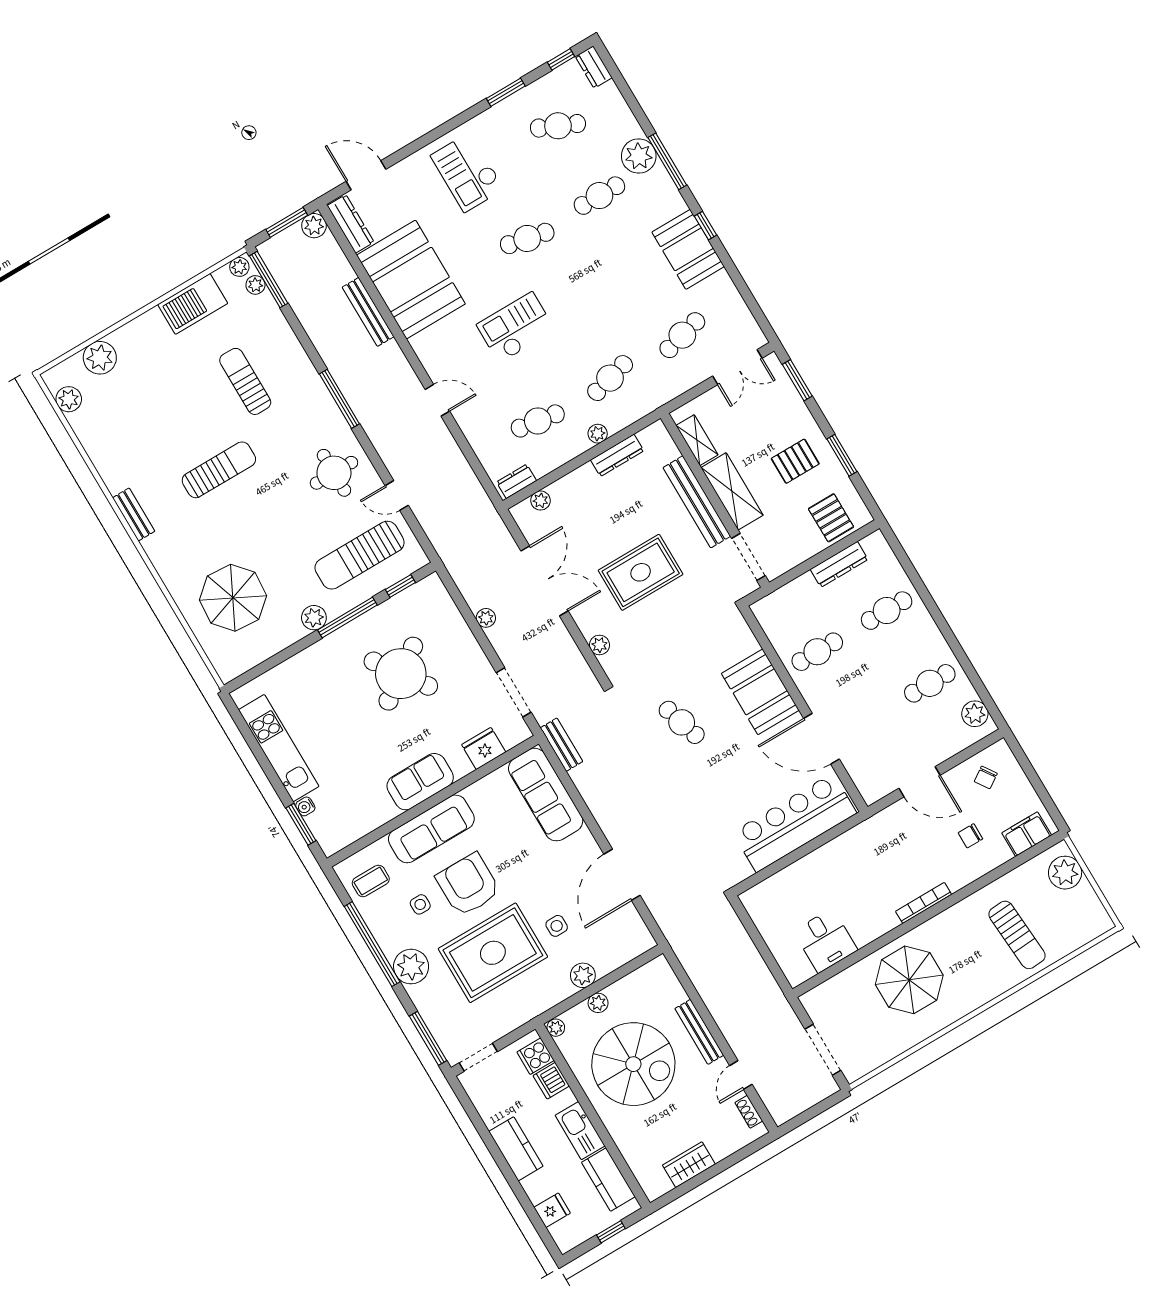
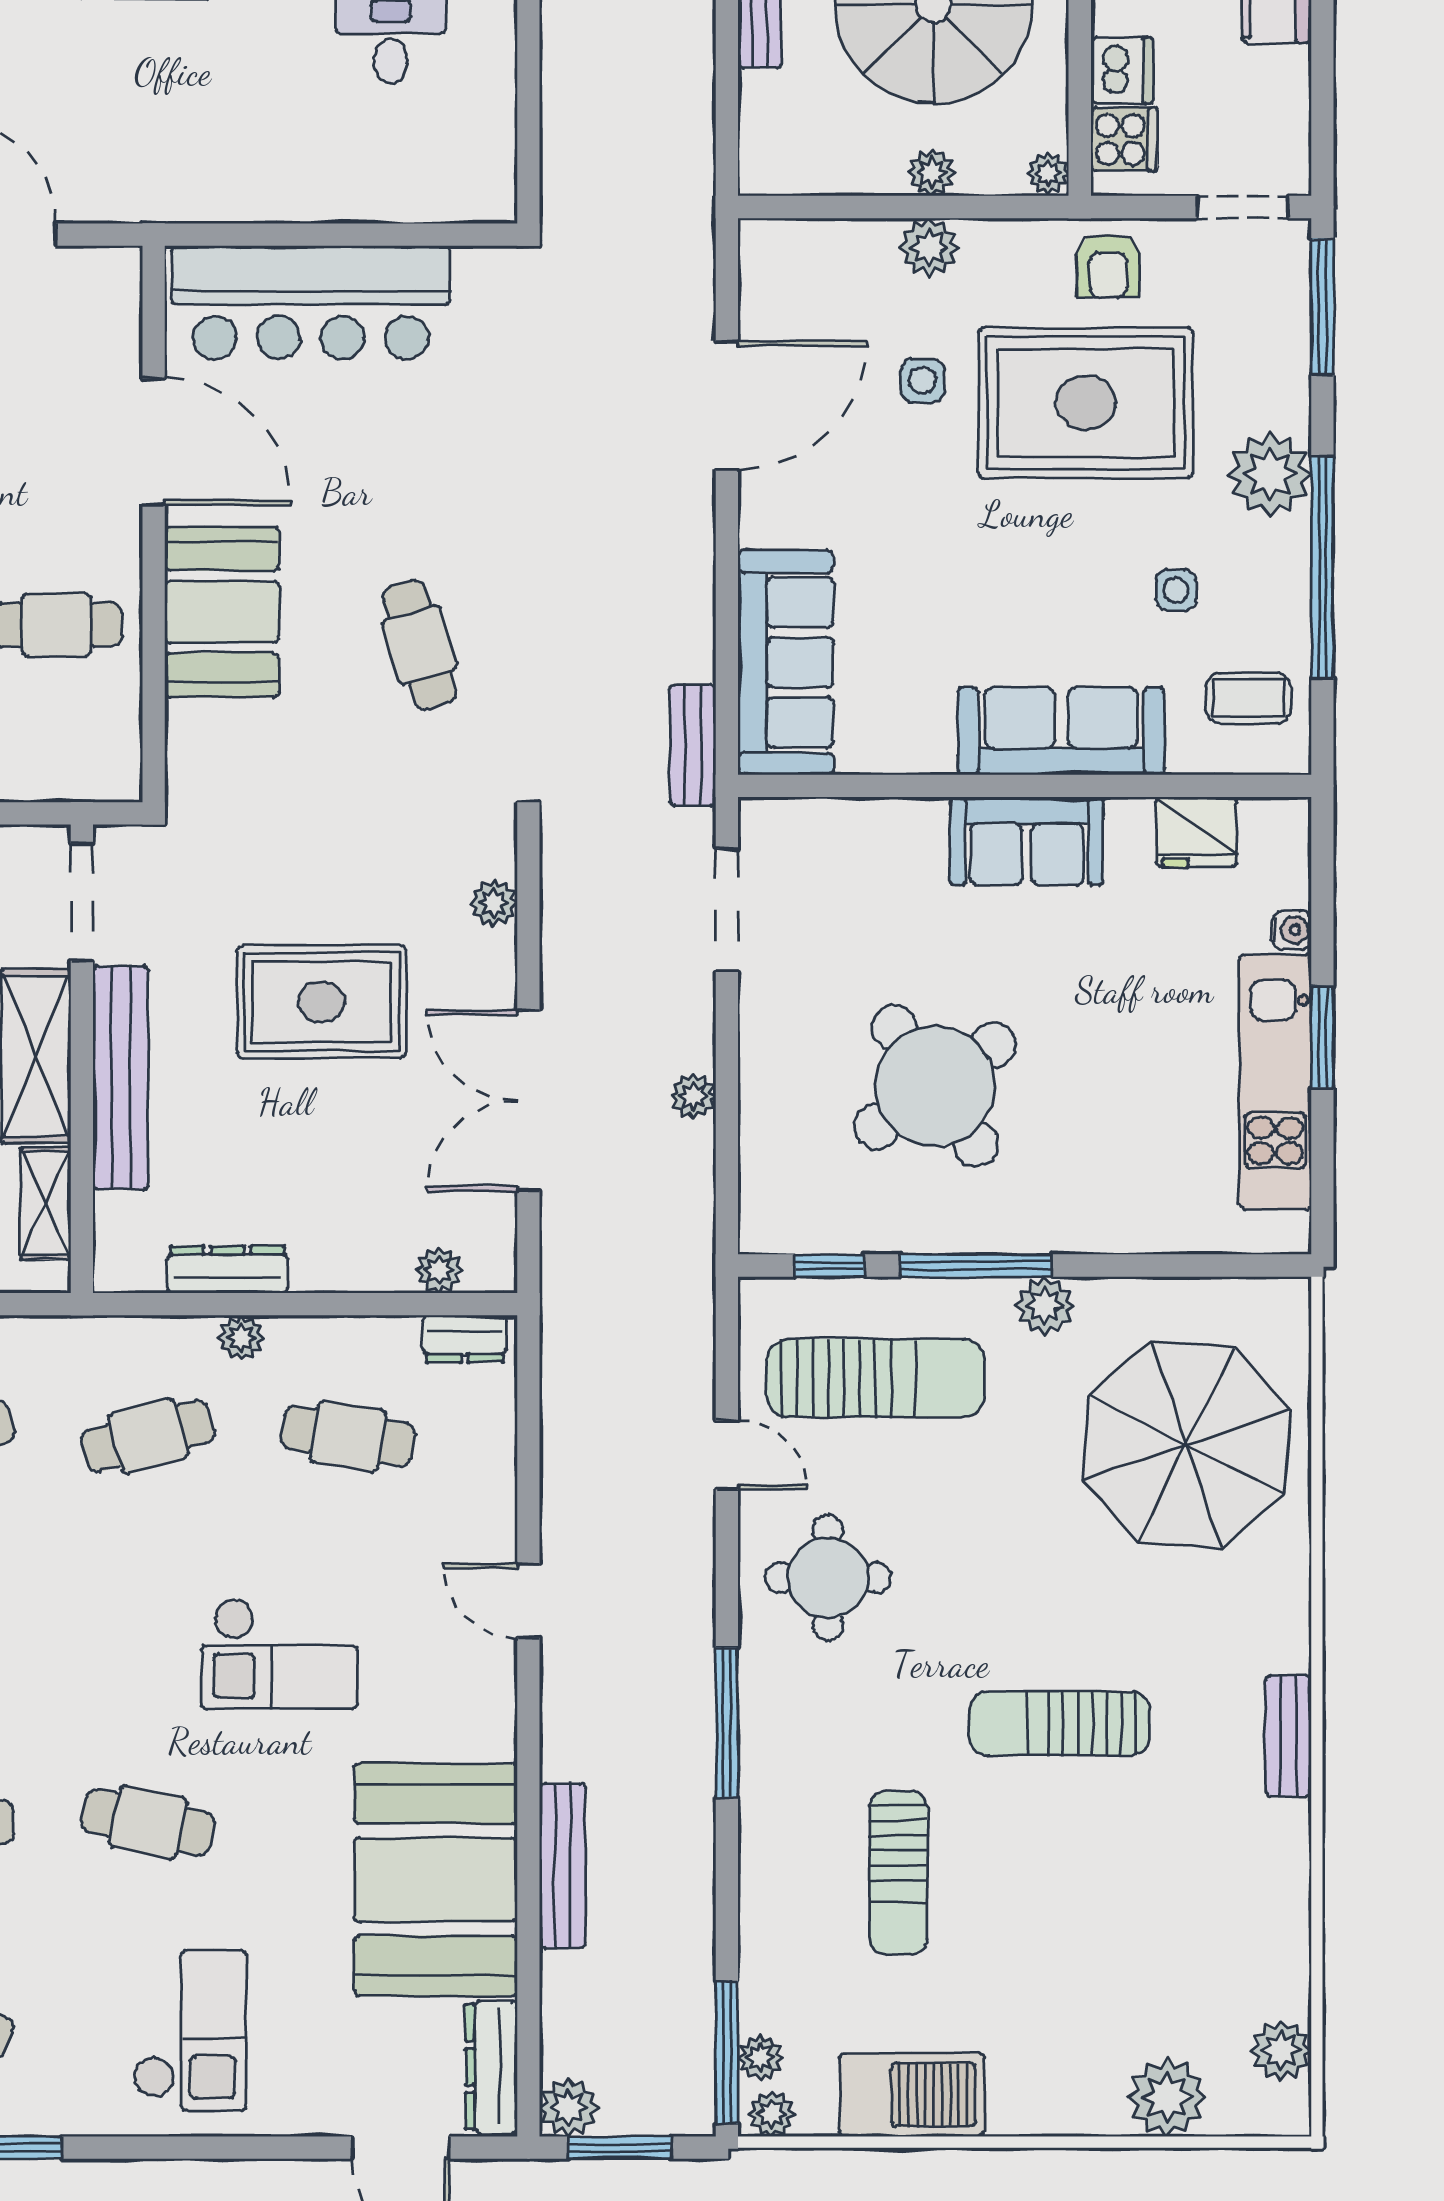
parasol: (233, 598) -> (1186, 1445), width x1.36, depth x1.36
fridge: (484, 748) -> (1197, 832), moved
window: (301, 824) -> (1322, 1037), moved
armchair: (468, 885) -> (1108, 266), moved, width x0.53, depth x0.53

